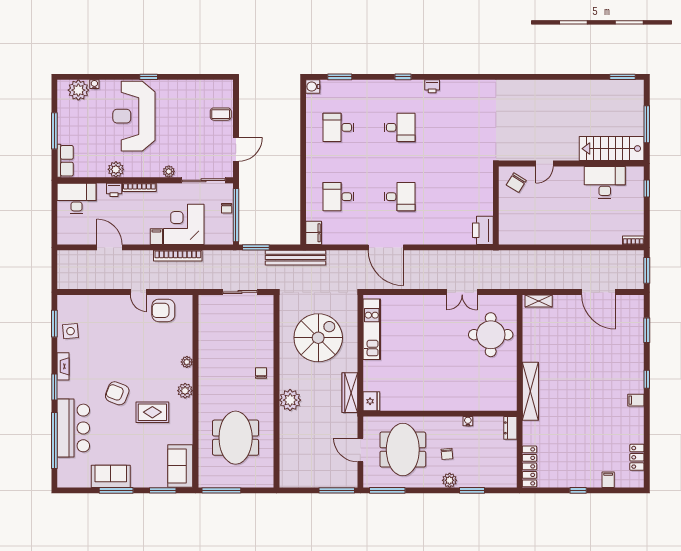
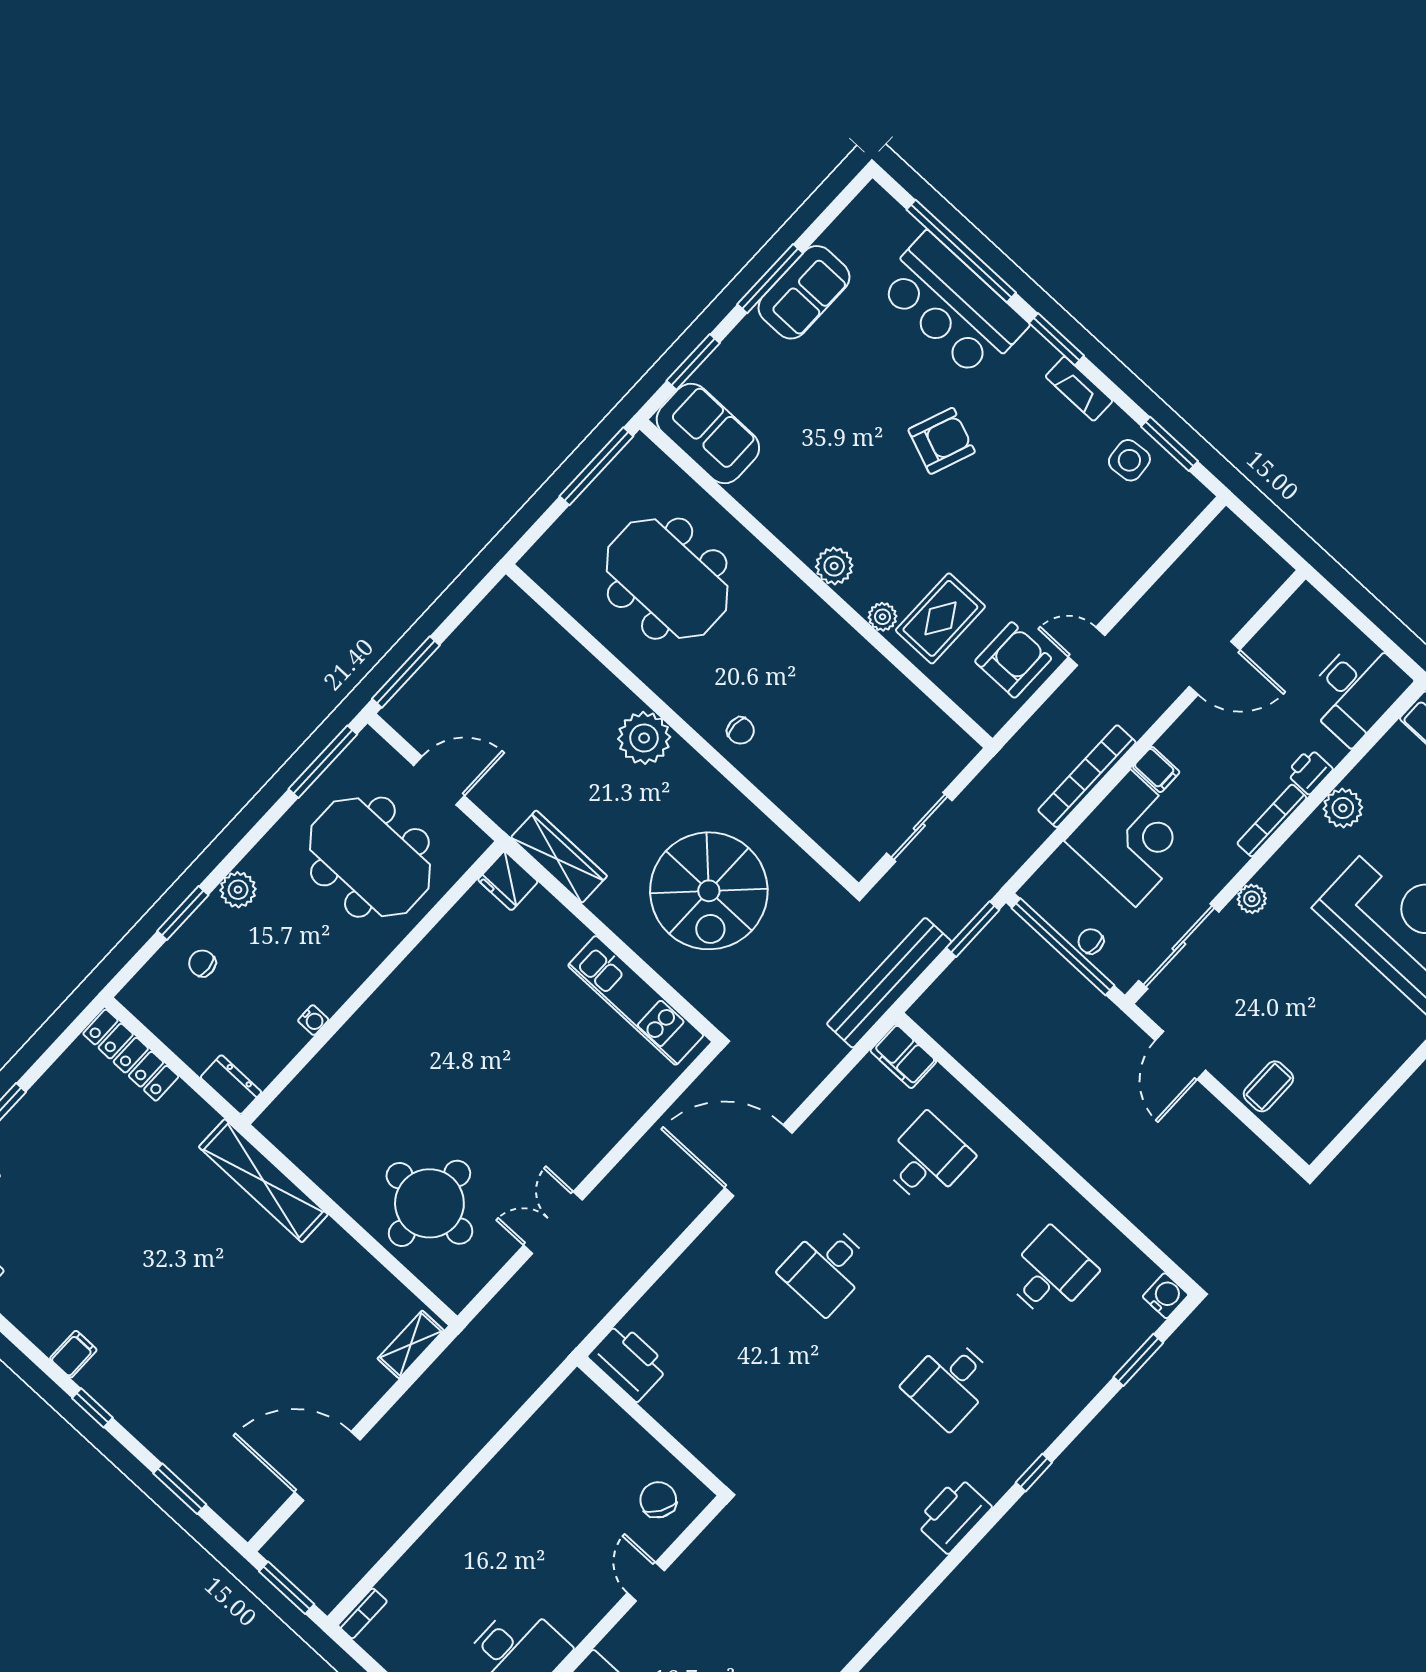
printer: (432, 86) -> (953, 1515), width x1.87, depth x1.48
rug: (152, 412) -> (940, 618), moved
chair: (447, 454) -> (202, 963), moved

